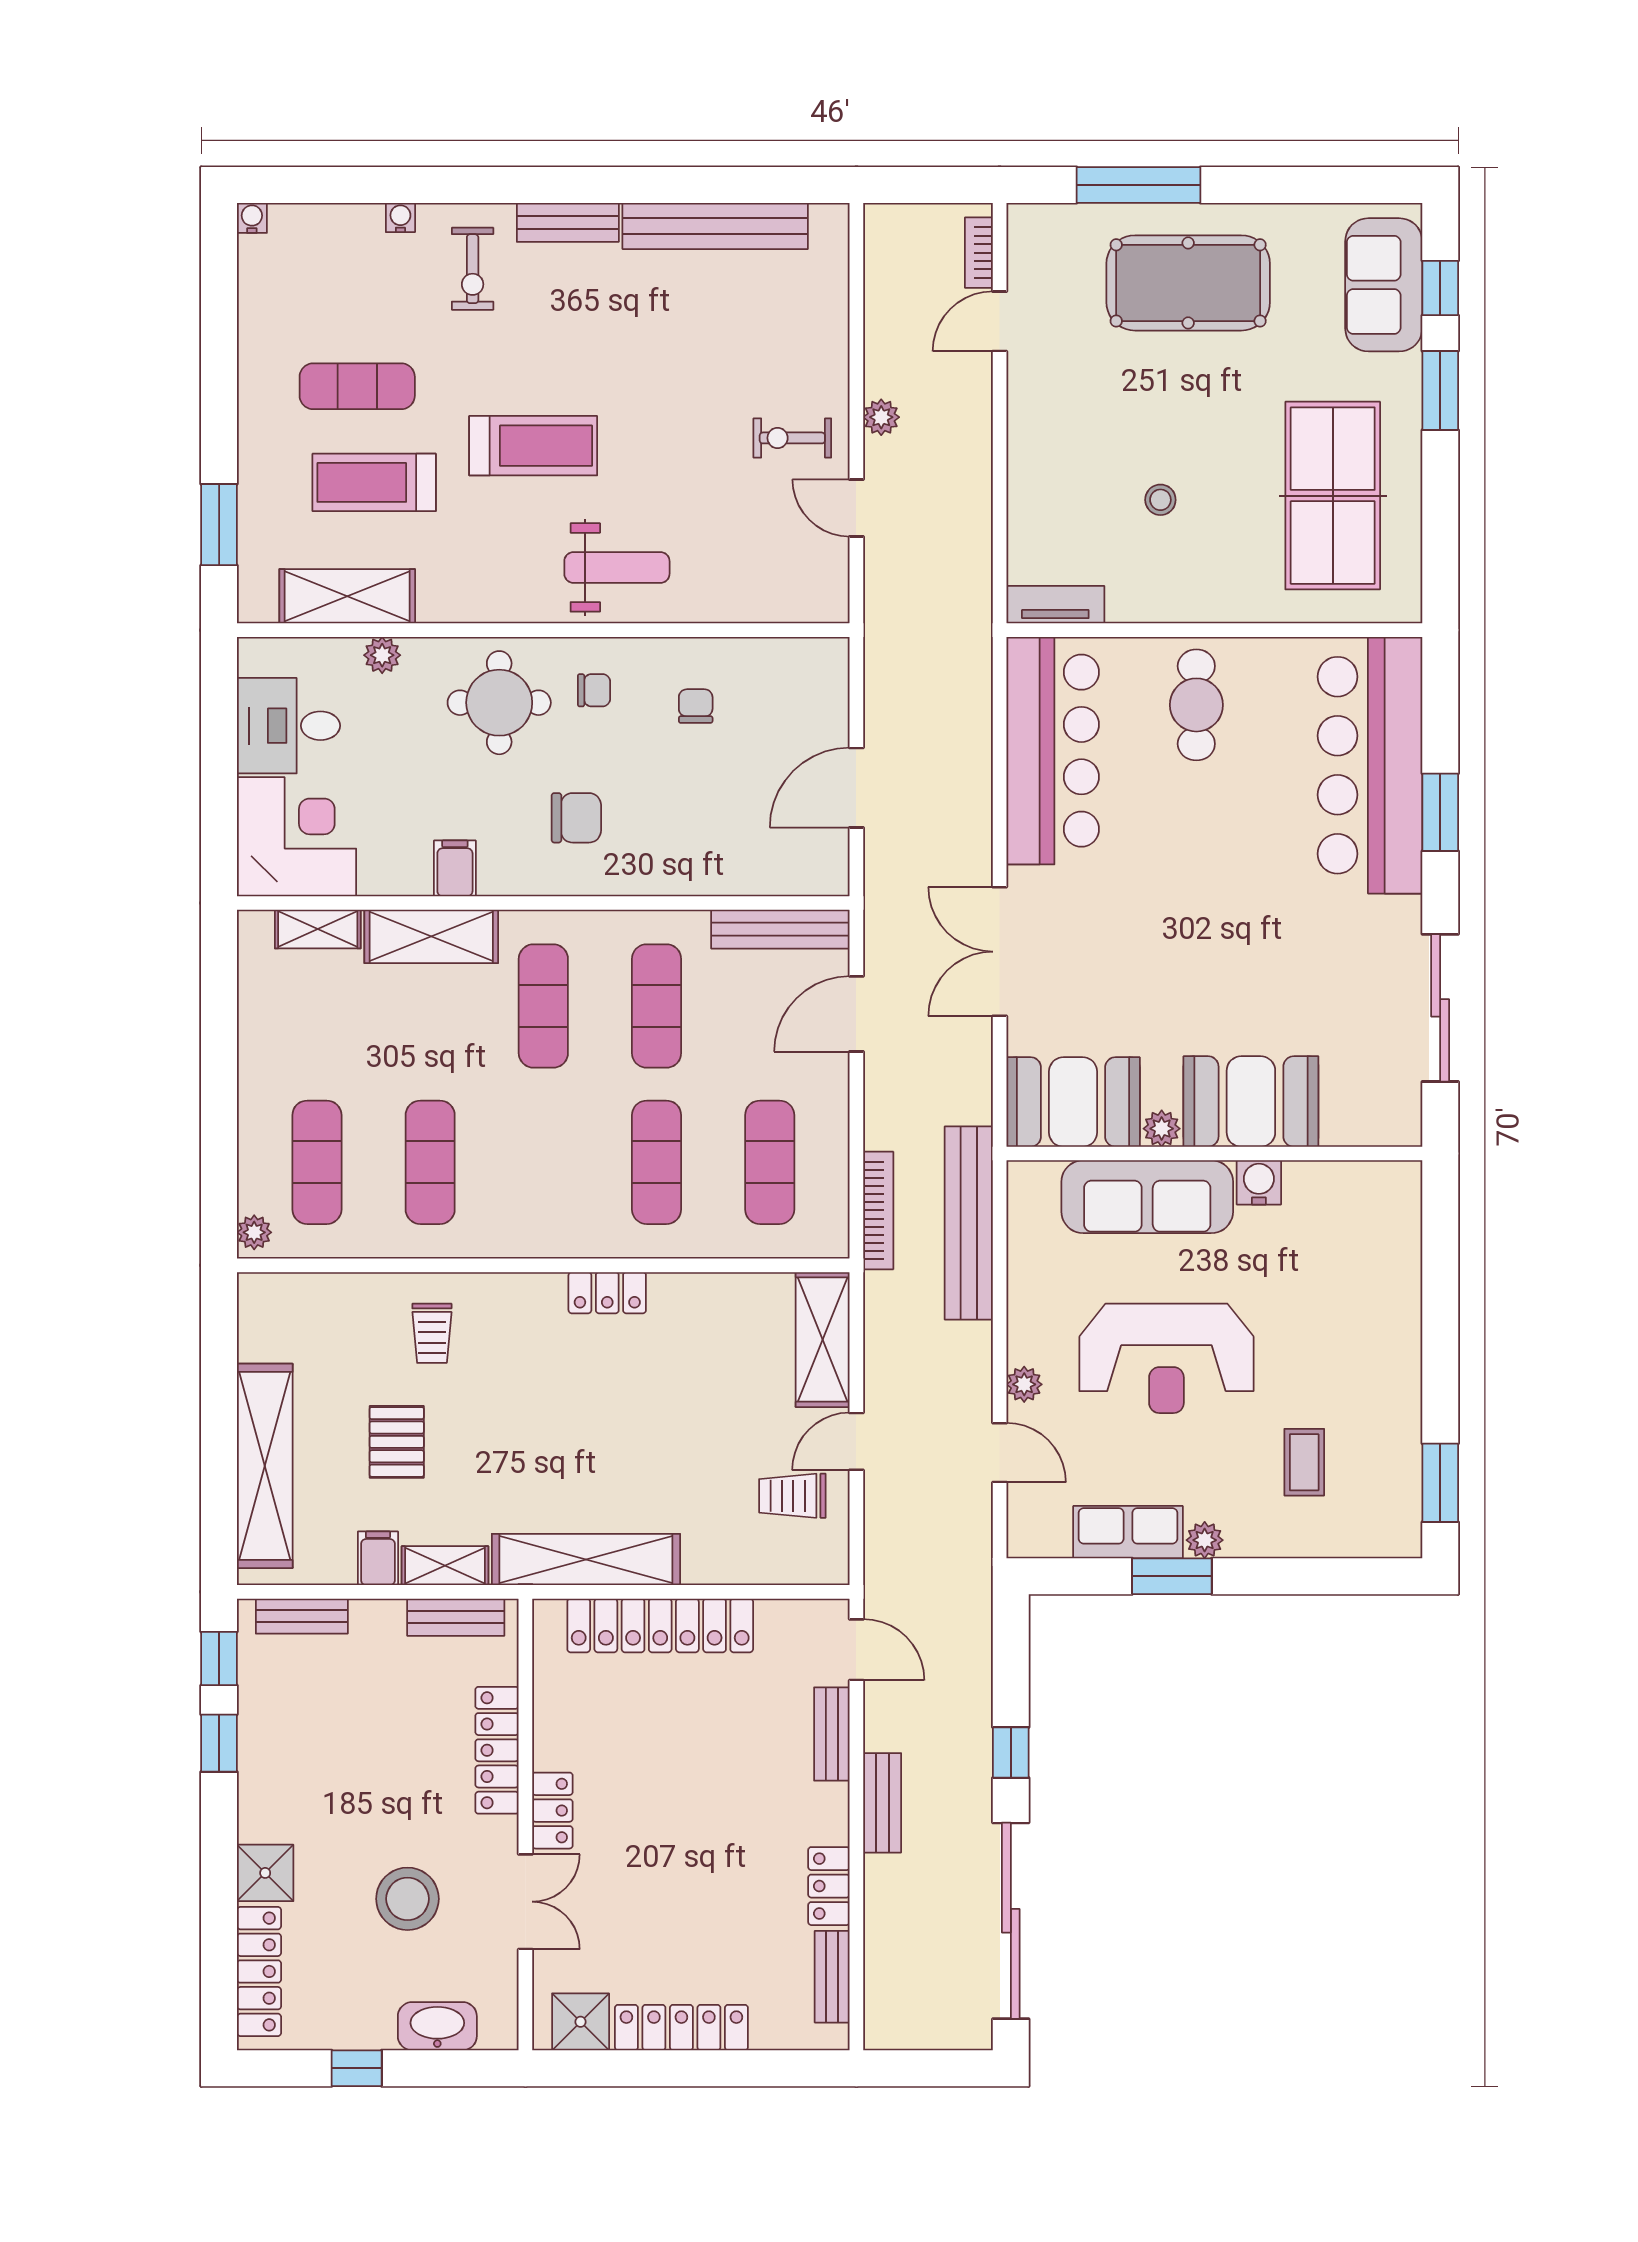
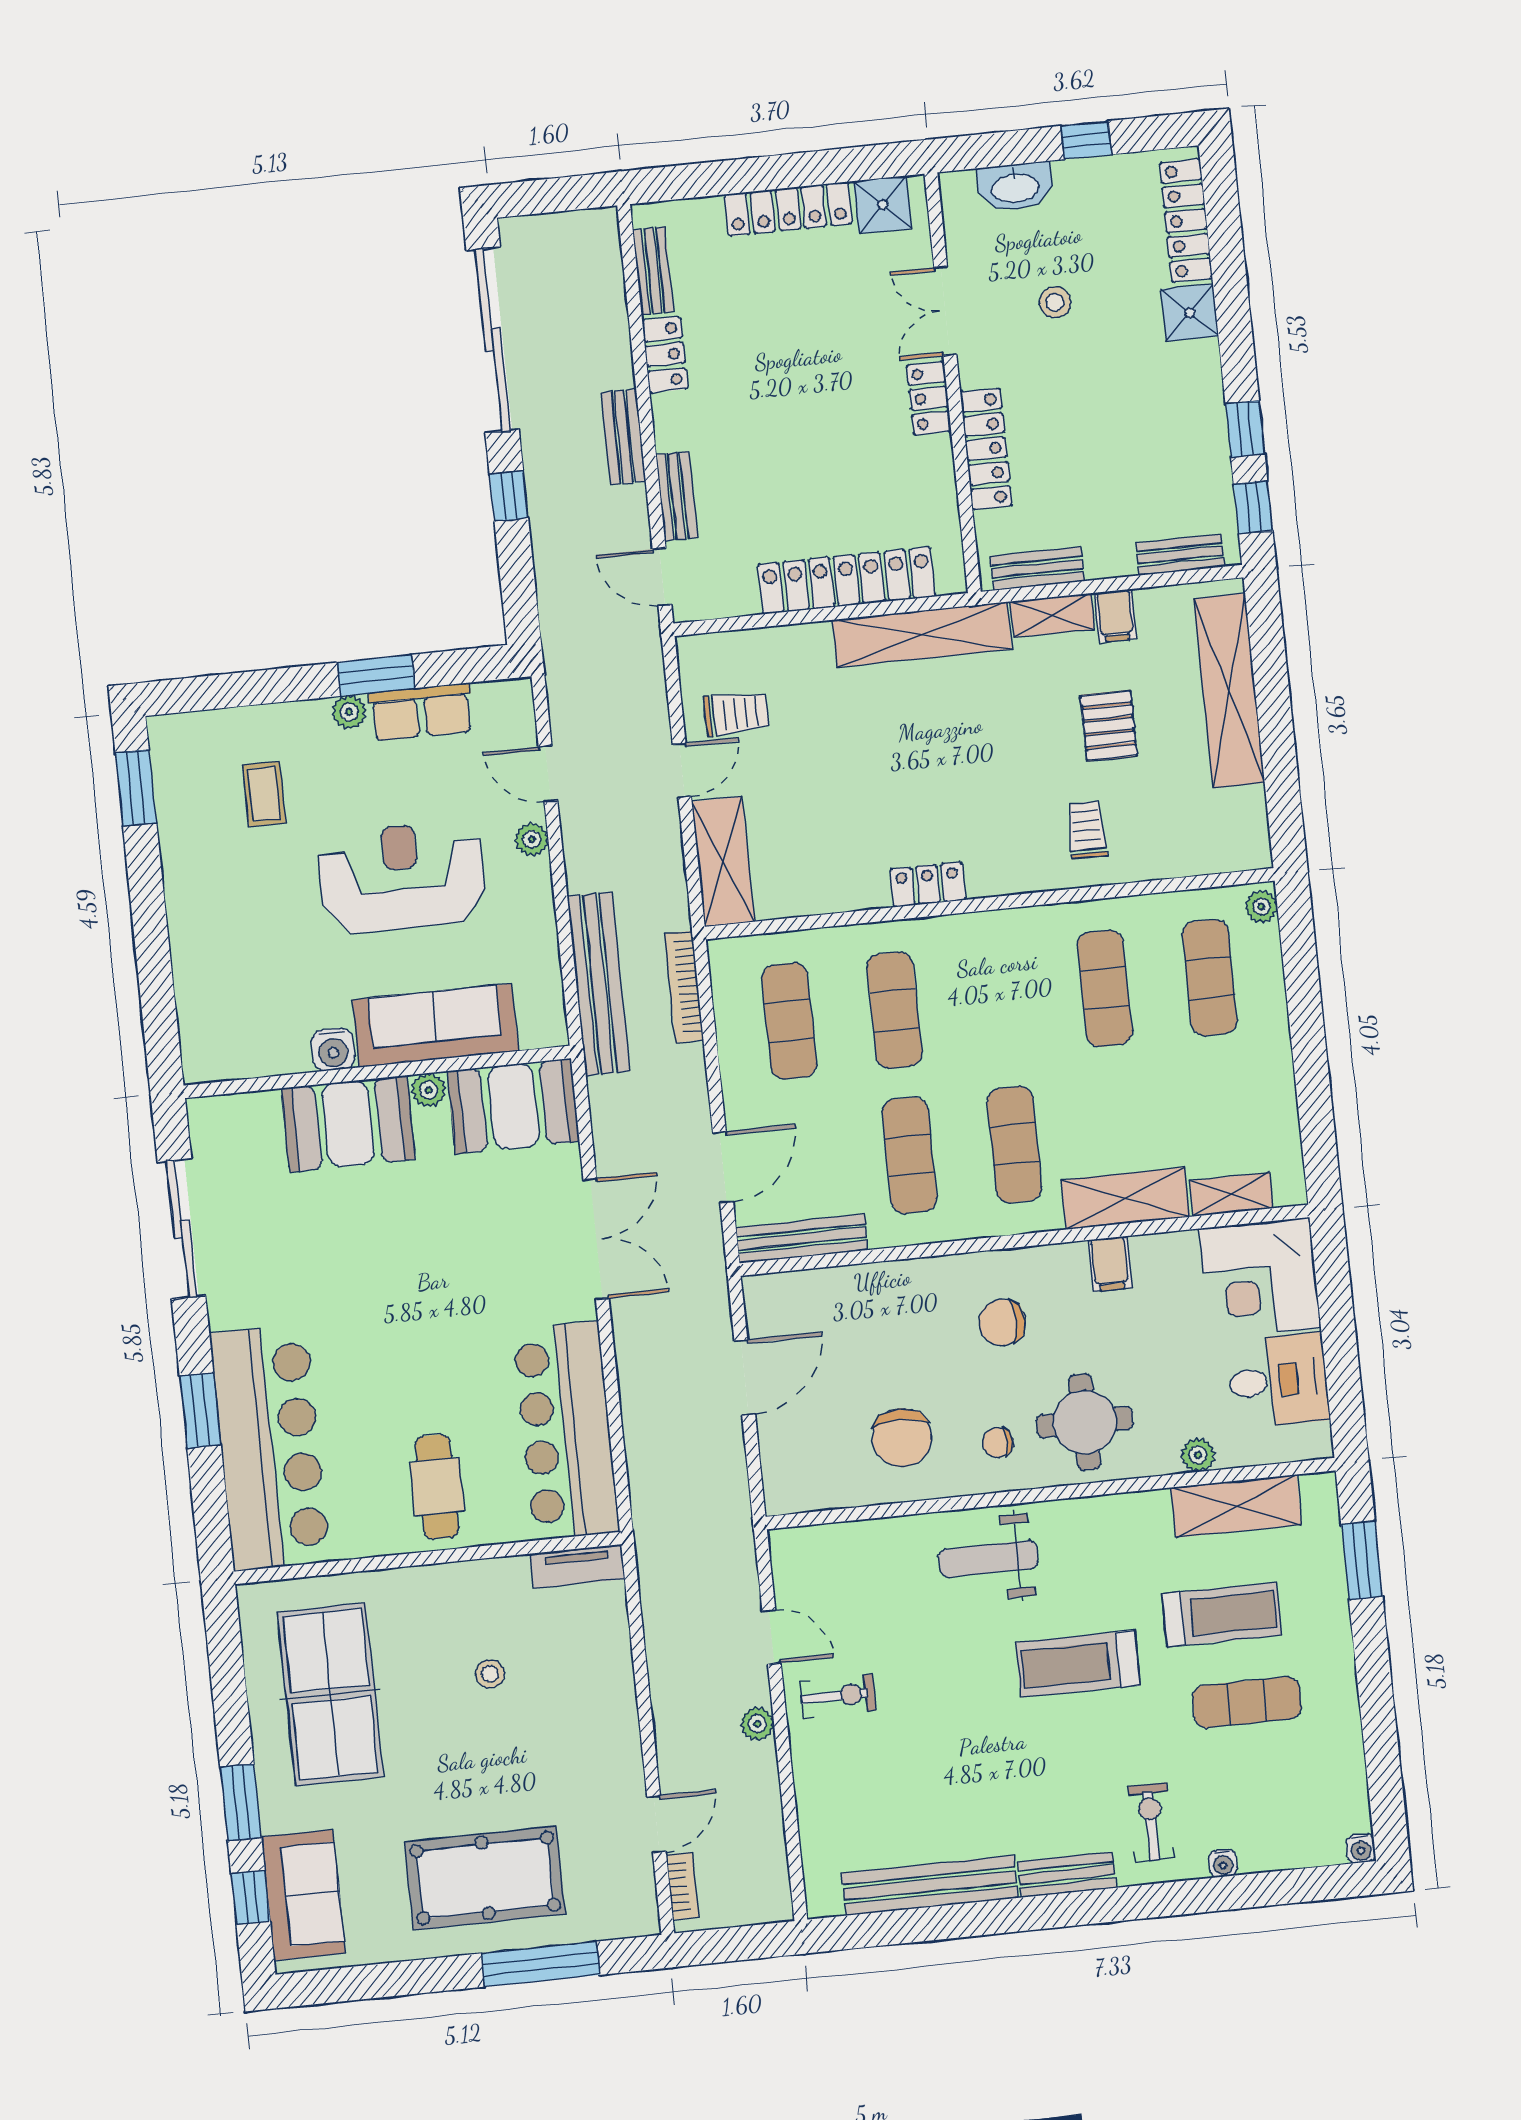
chair: (696, 706) -> (902, 1438), width x1.87, depth x1.87
stool: (407, 1899) -> (1055, 302), width x0.53, depth x0.53

